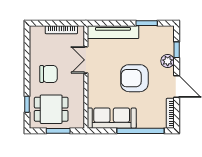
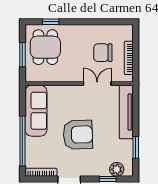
plant: (168, 61) -> (117, 169), moved
chair: (49, 74) -> (103, 53), moved, turned 90
armchair: (134, 78) -> (78, 135), turned 88

